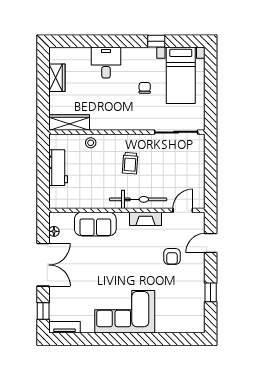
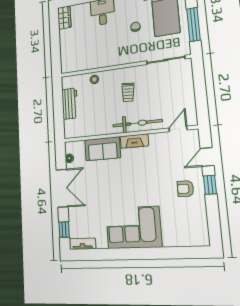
wardrobe: (57, 78) -> (64, 18), moved
window: (211, 97) -> (193, 24), added
wardrobe: (69, 123) -> (76, 65), removed
fireplace: (146, 219) -> (134, 141), moved
armchair: (172, 256) -> (185, 189), moved, turned 90
window: (211, 292) -> (210, 185), moved

